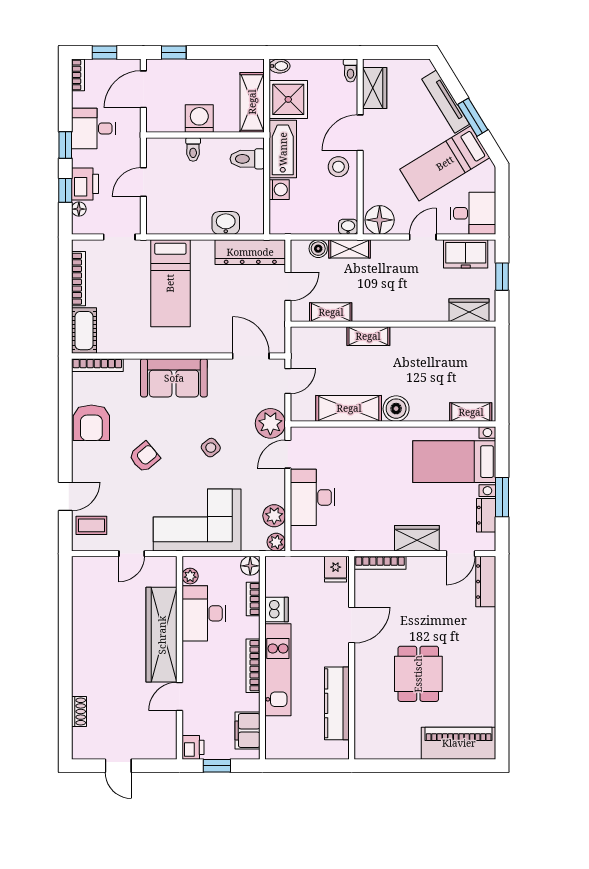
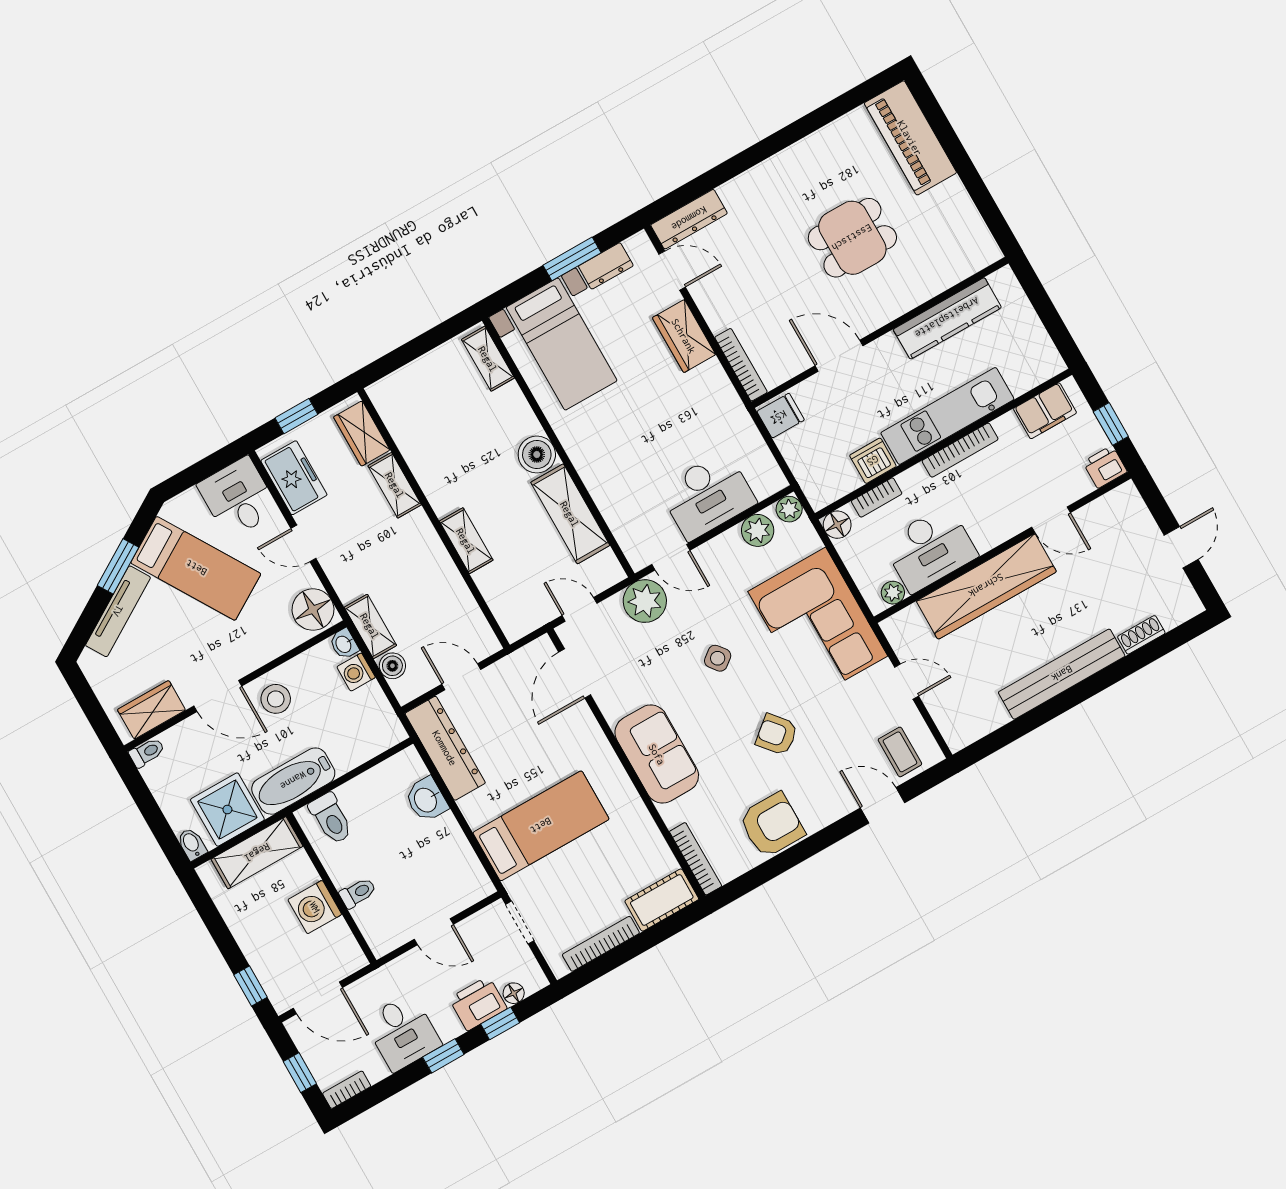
washing machine: (279, 190) -> (356, 672), moved, turned -90
shelving: (331, 312) -> (395, 485), moved
bench: (83, 650) -> (1062, 674), added

